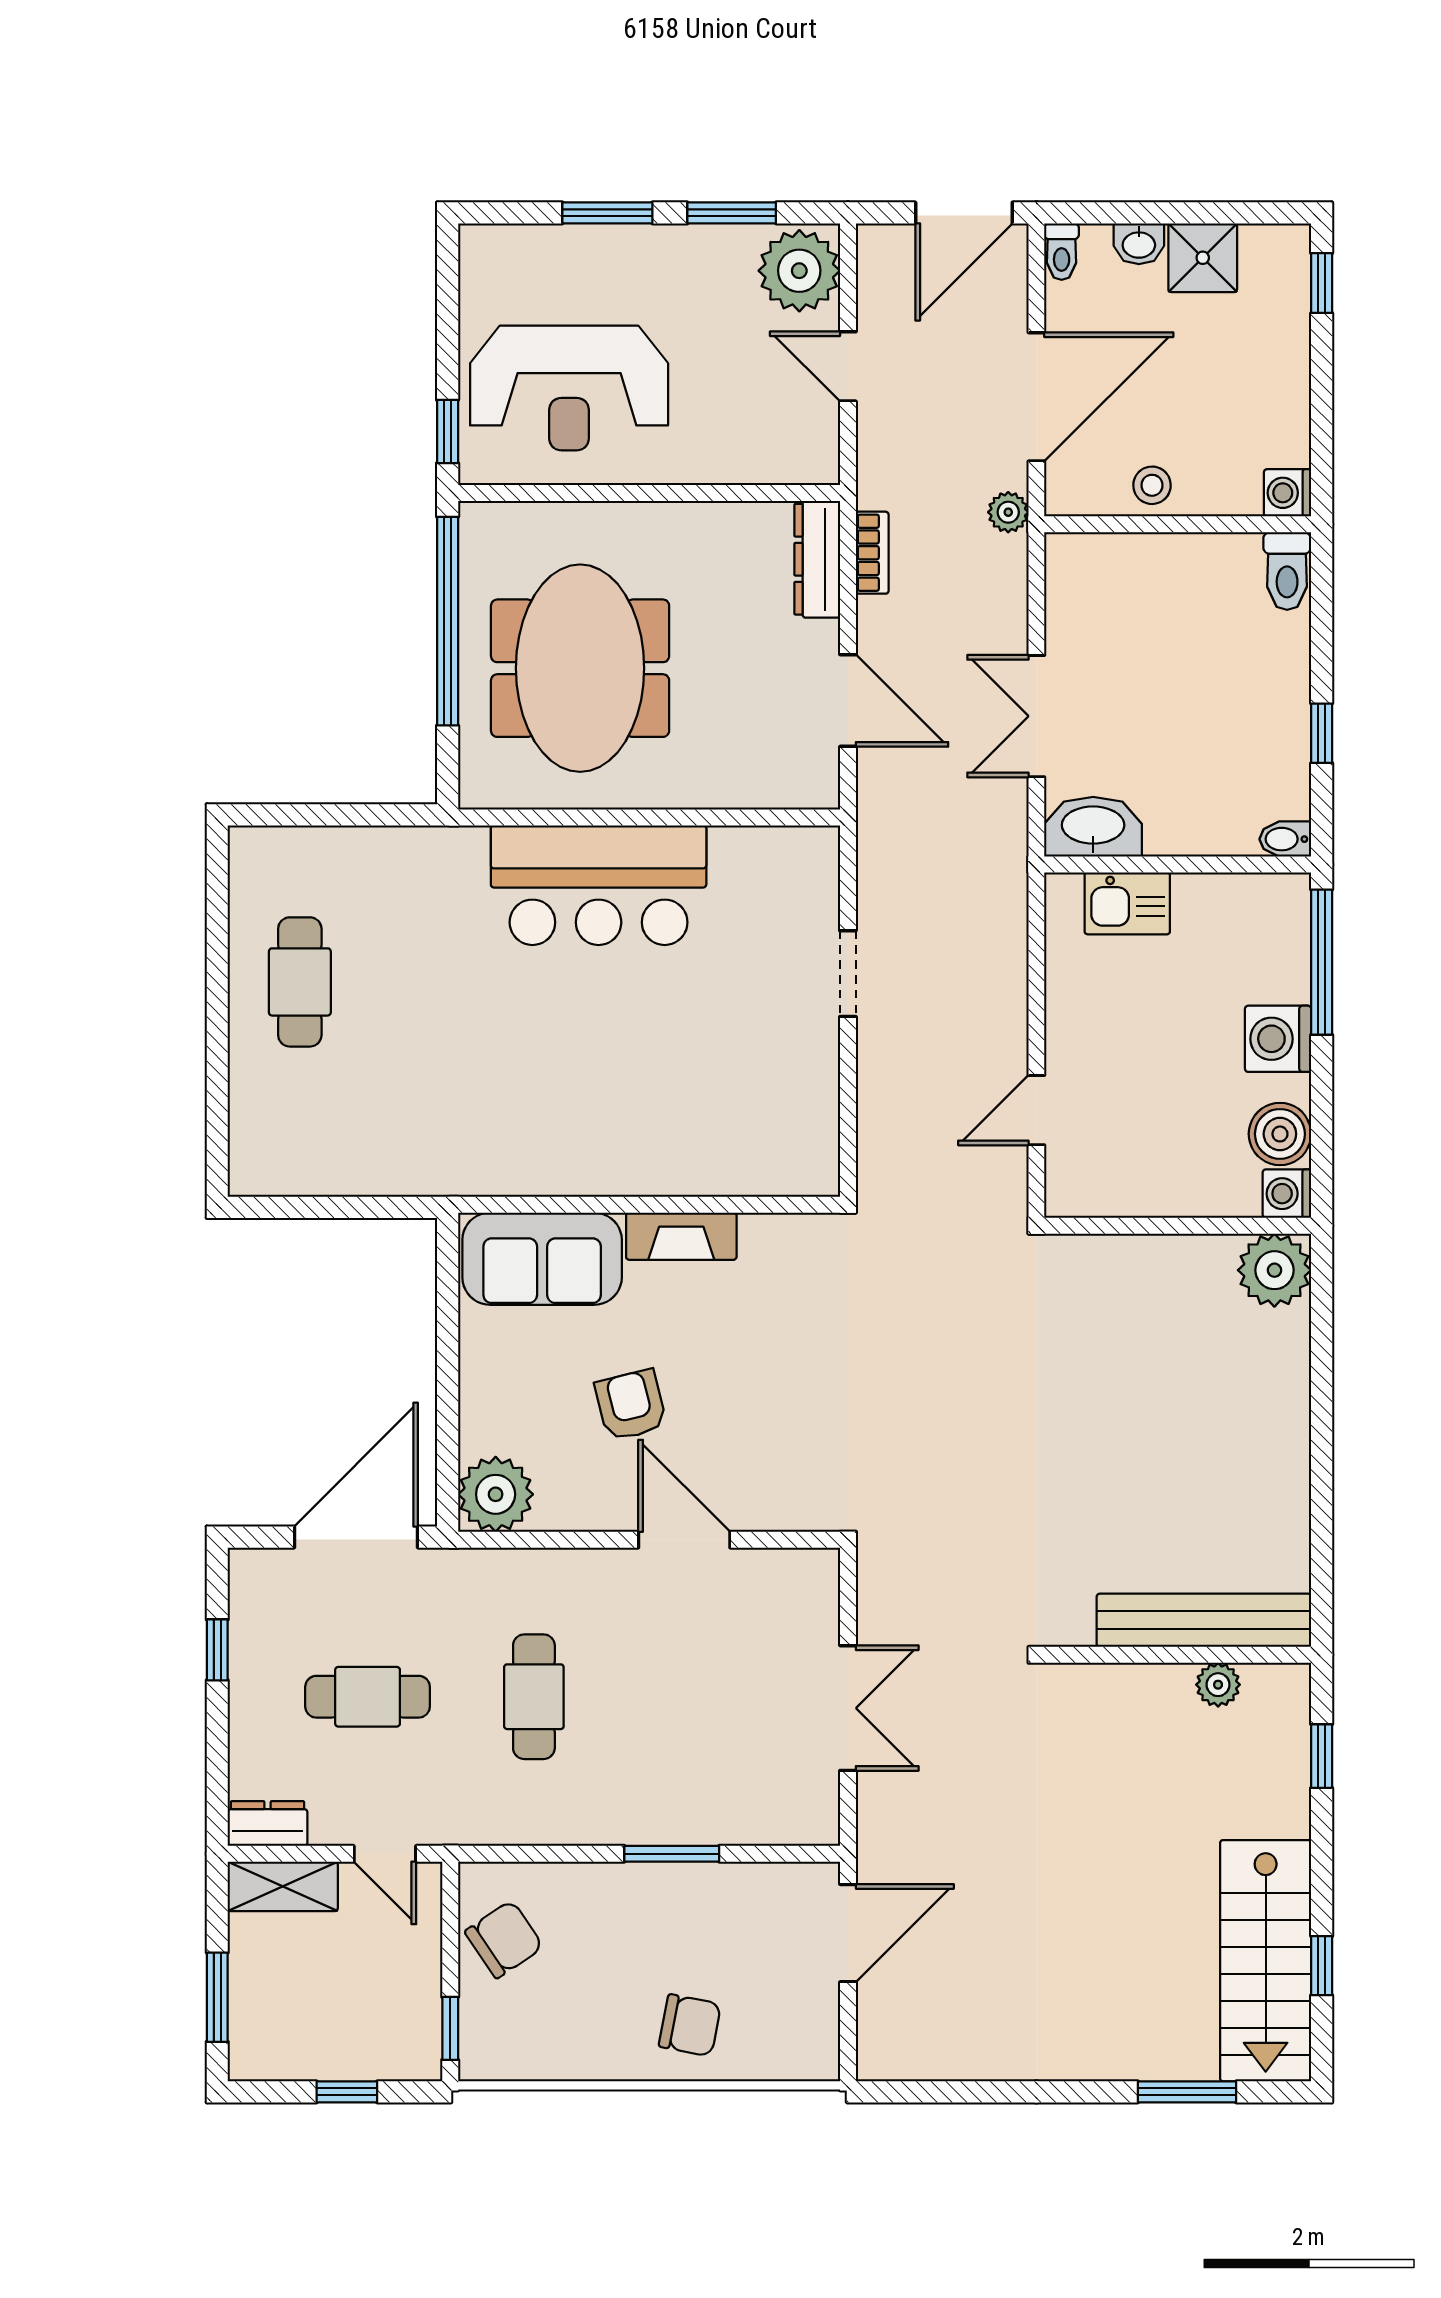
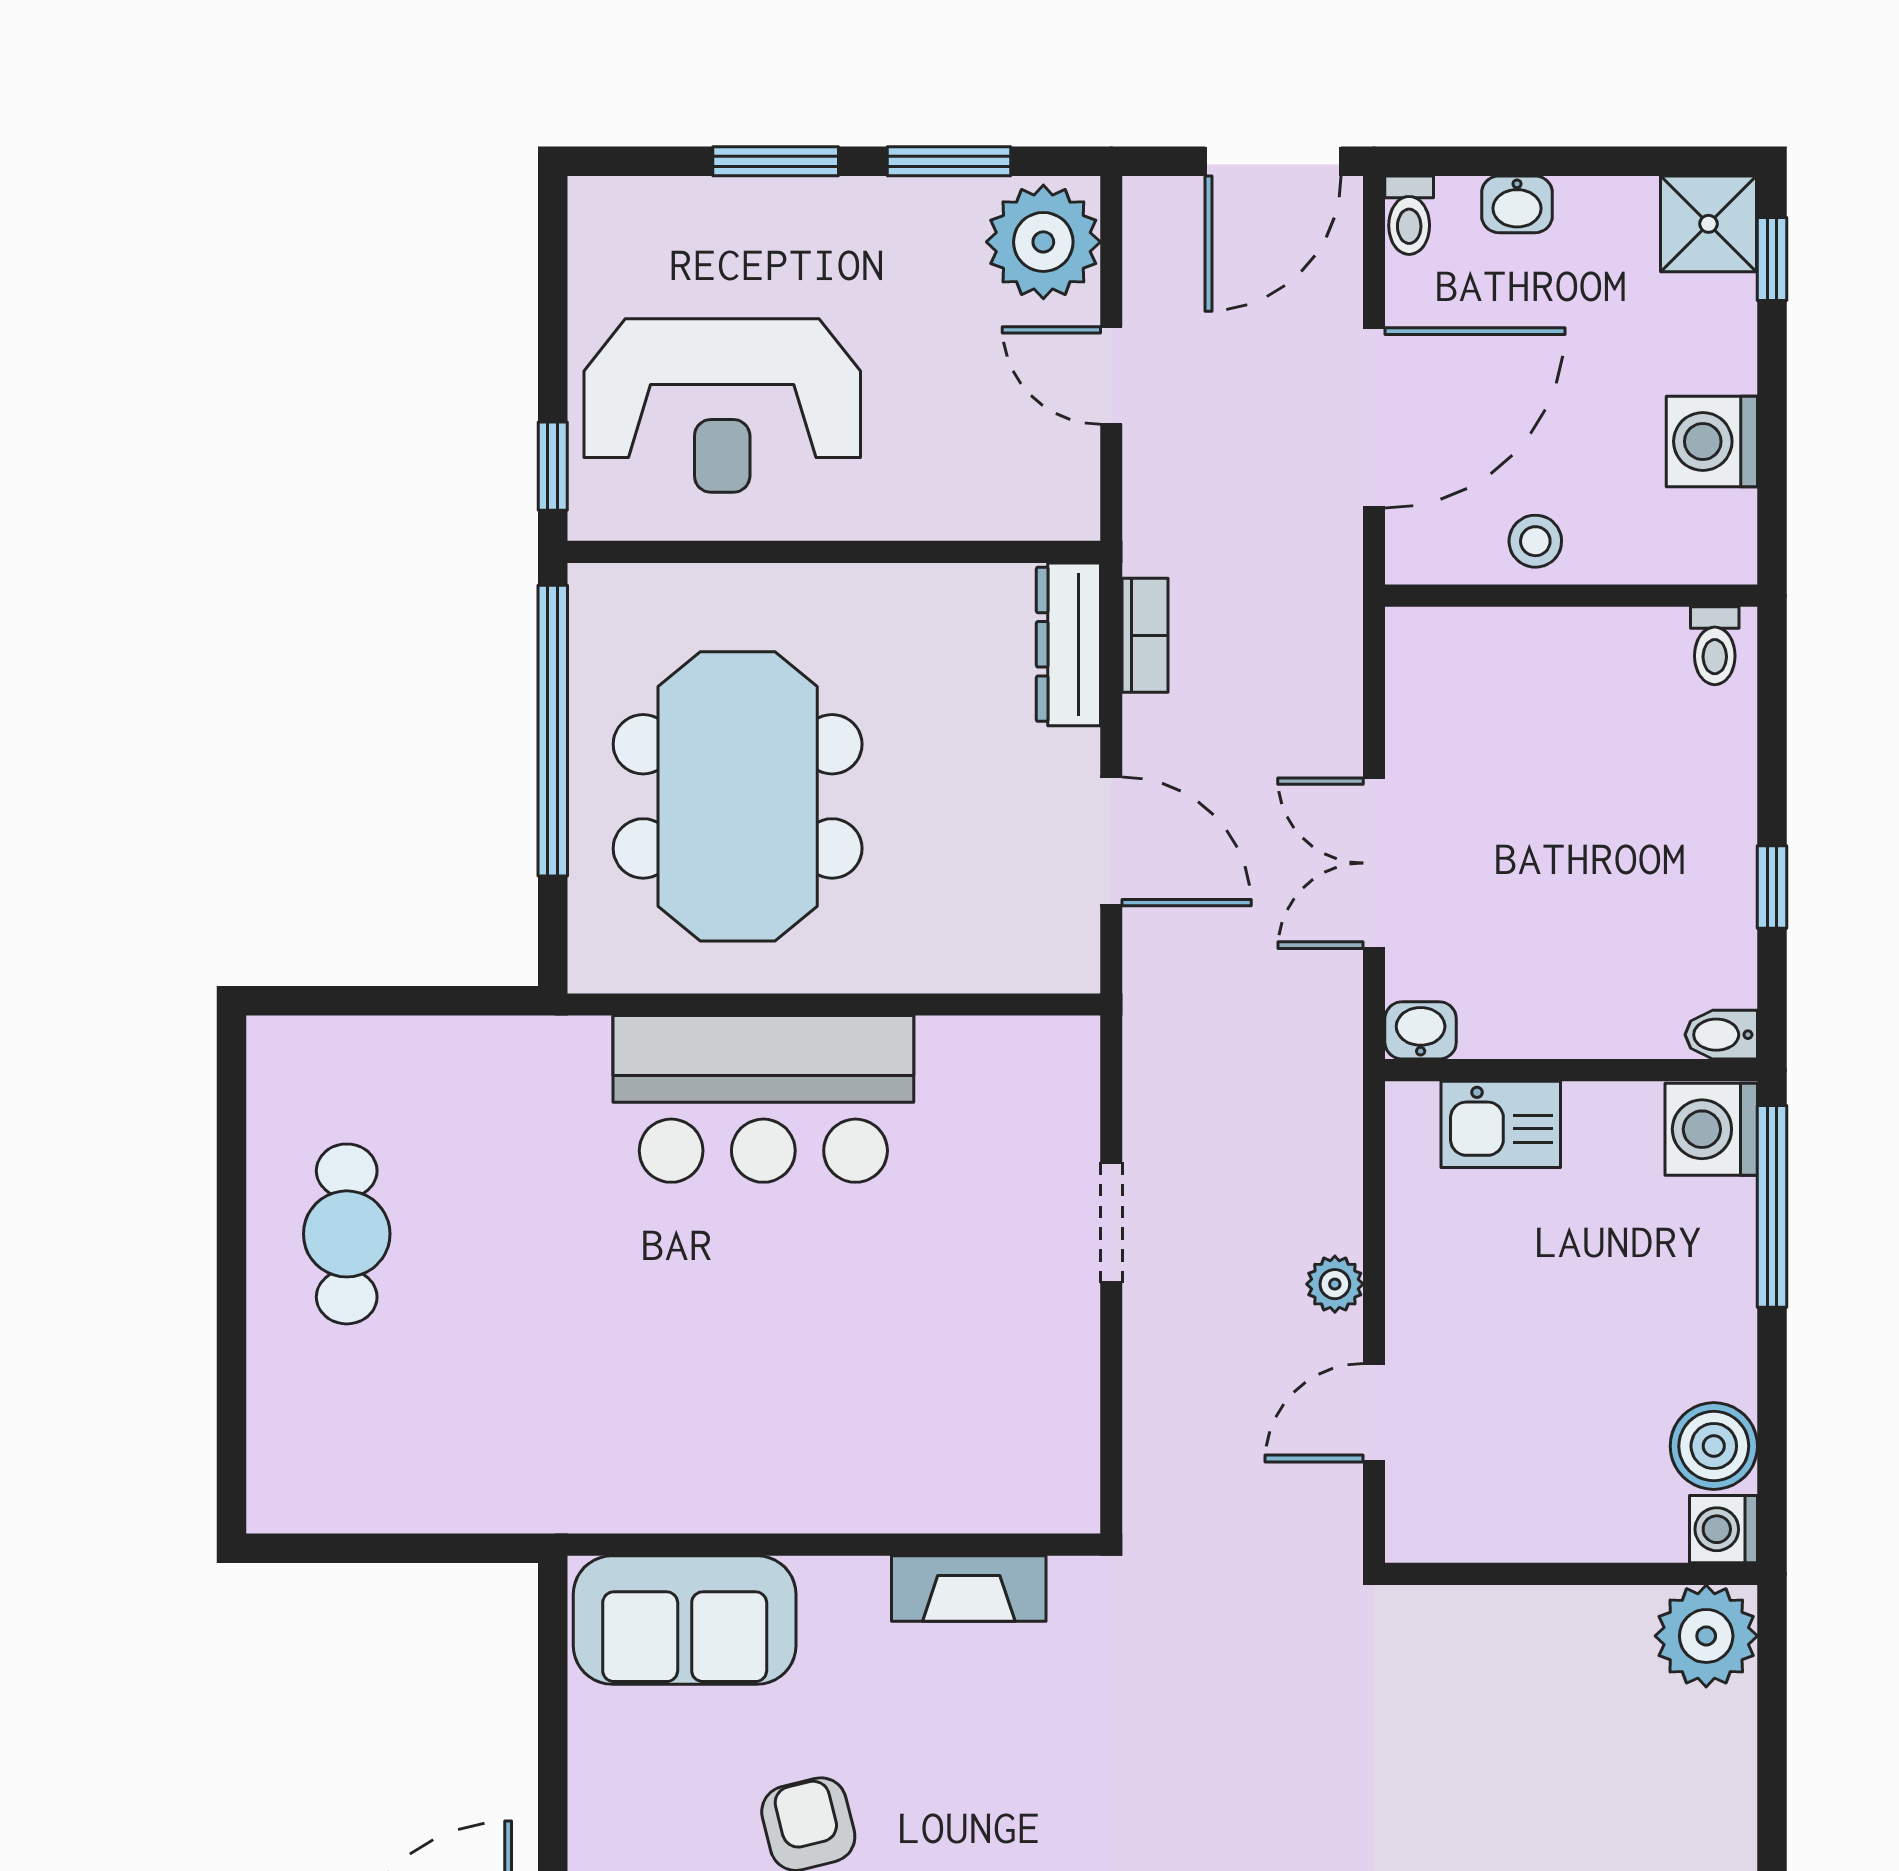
shower: (1203, 258) -> (1708, 224), moved
washing machine: (1287, 493) -> (1712, 441), moved, width x1.38, depth x1.38
plant: (1008, 512) -> (1335, 1284), moved
toilet: (1287, 571) -> (1715, 646), width x0.73, depth x0.72
washbasin: (1093, 827) -> (1421, 1030), width x0.52, depth x0.69
washing machine: (1278, 1039) -> (1711, 1129), moved
fireplace: (681, 1236) -> (969, 1589), moved

